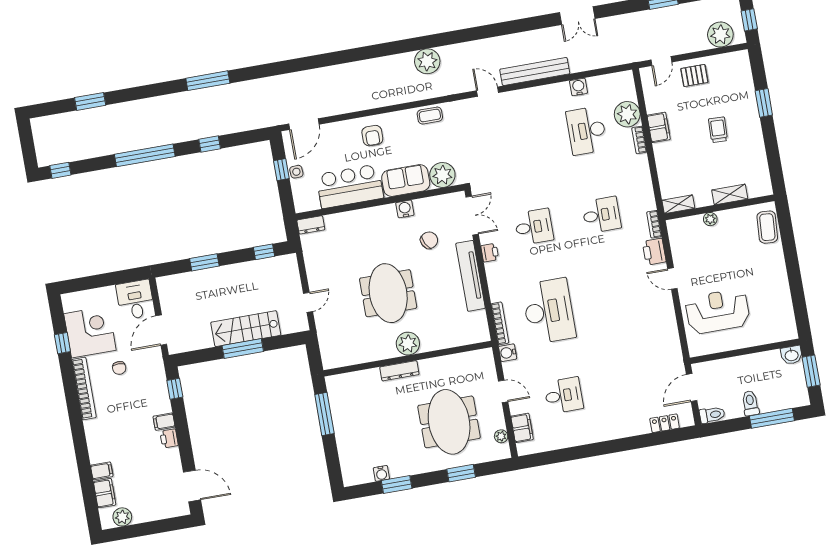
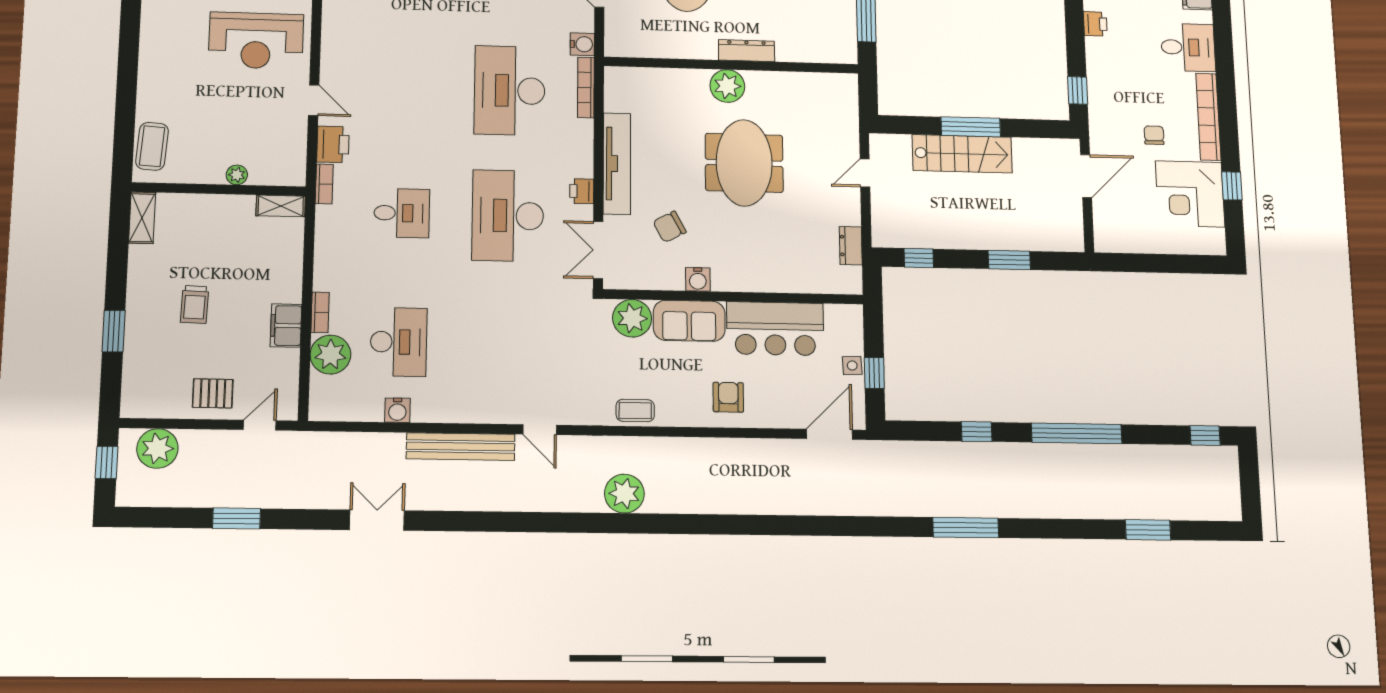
shelving: (730, 194) -> (142, 218), moved, turned 90
desk: (601, 215) -> (402, 213), turned 180
dresser: (311, 225) -> (851, 246), moved, turned -90
desk: (534, 227) -> (508, 216), width x1.87, depth x1.30
desk: (135, 300) -> (1188, 47), moved, turned -90
filing cabinet: (164, 422) -> (1099, 48), removed

